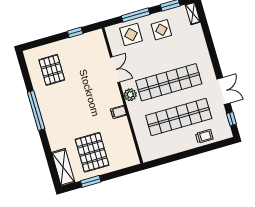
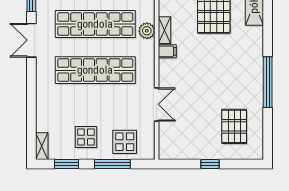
window: (75, 32) -> (210, 164), moved
double door: (115, 70) -> (157, 104), swing flipped
plant: (130, 95) -> (147, 31), moved
shelving: (125, 128) -> (164, 30), added

